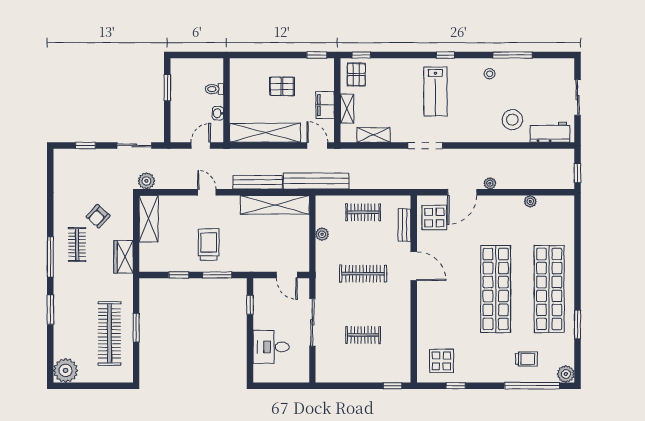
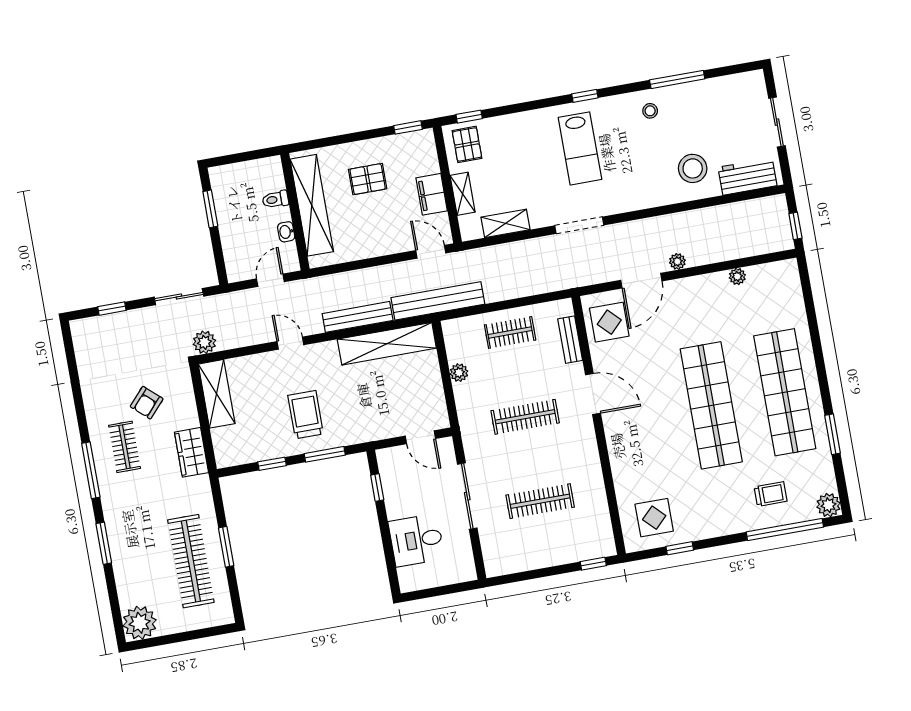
shelving: (265, 133) -> (312, 205), moved, turned 90
clothes rail: (363, 335) -> (540, 501), width x1.36

